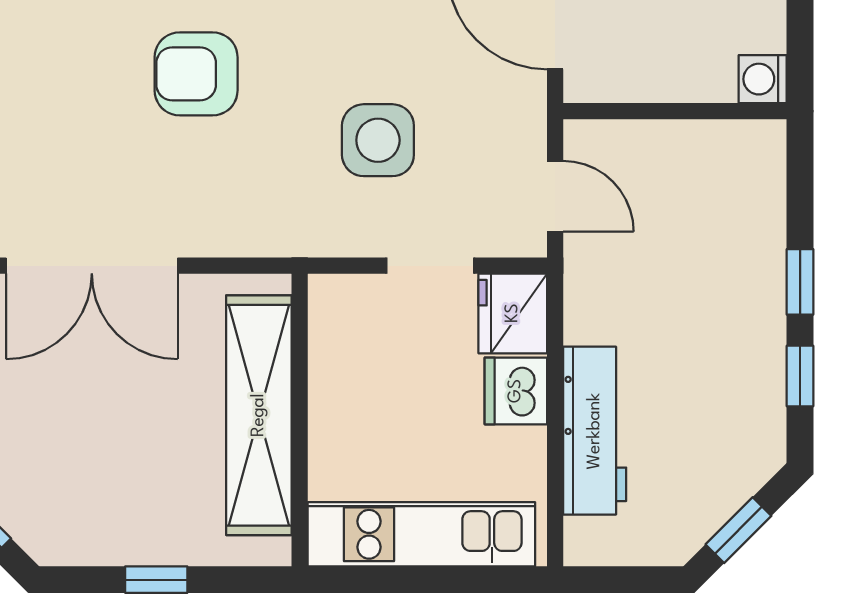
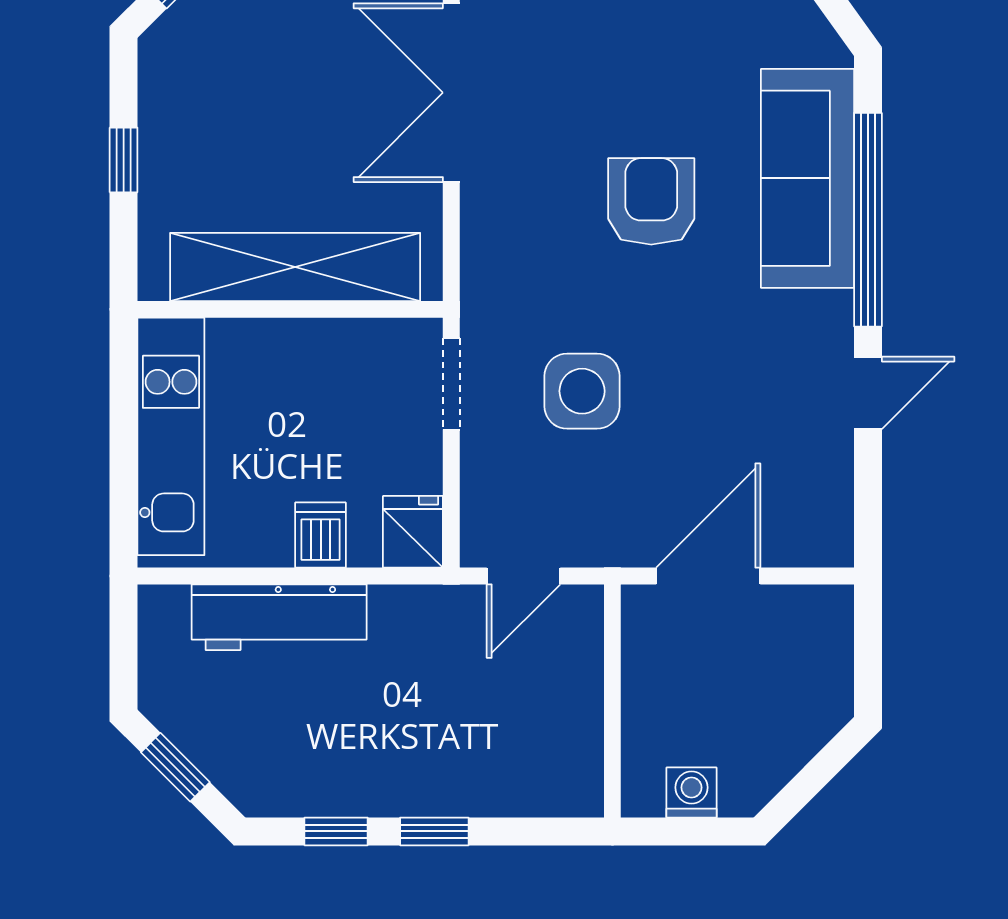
washing machine: (763, 79) -> (691, 793), moved
doorway: (430, 266) -> (451, 384), moved
fridge: (513, 313) -> (413, 532), width x0.72
dishwasher: (516, 391) -> (321, 535), width x0.73

